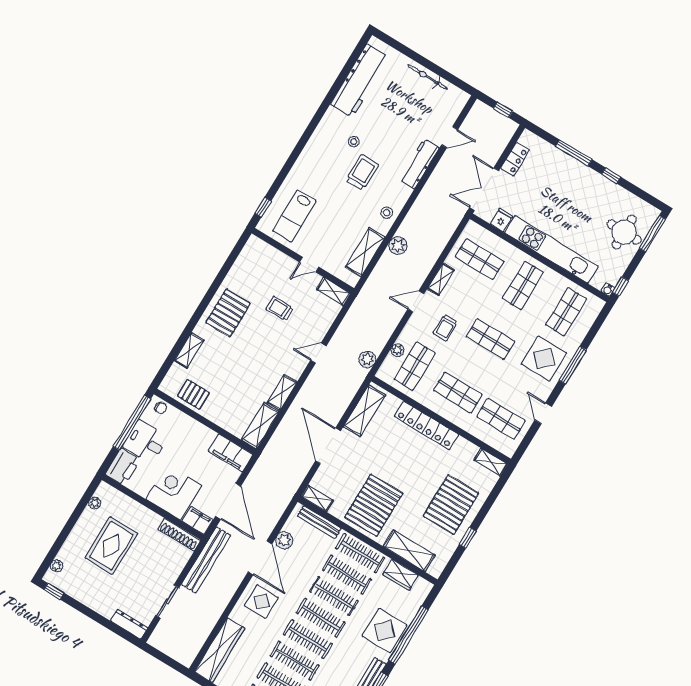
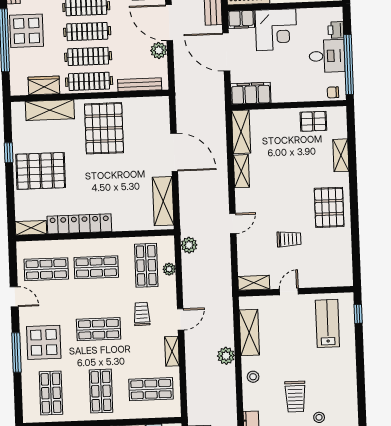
locker: (426, 425) -> (79, 224), moved
printer: (123, 467) -> (336, 30), width x0.53, depth x0.68
shelving: (317, 498) -> (154, 103), removed
pallet: (451, 505) -> (41, 171), turned 90

